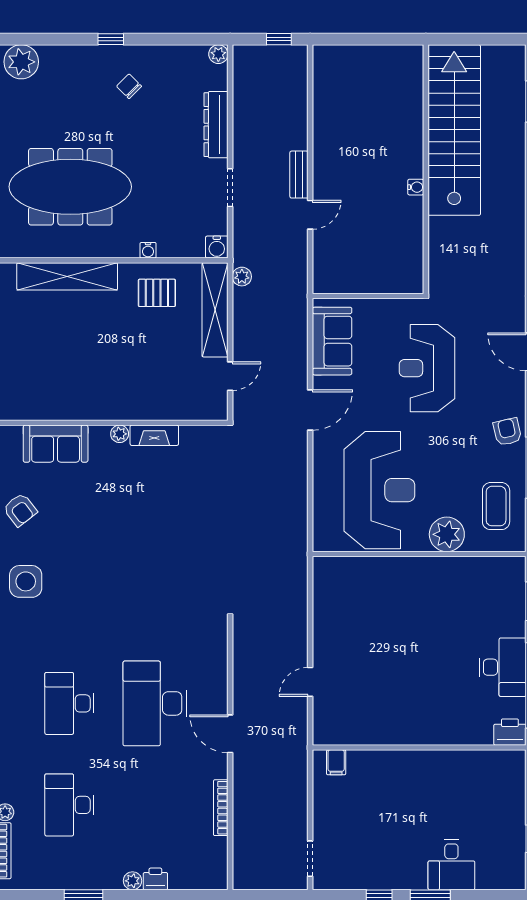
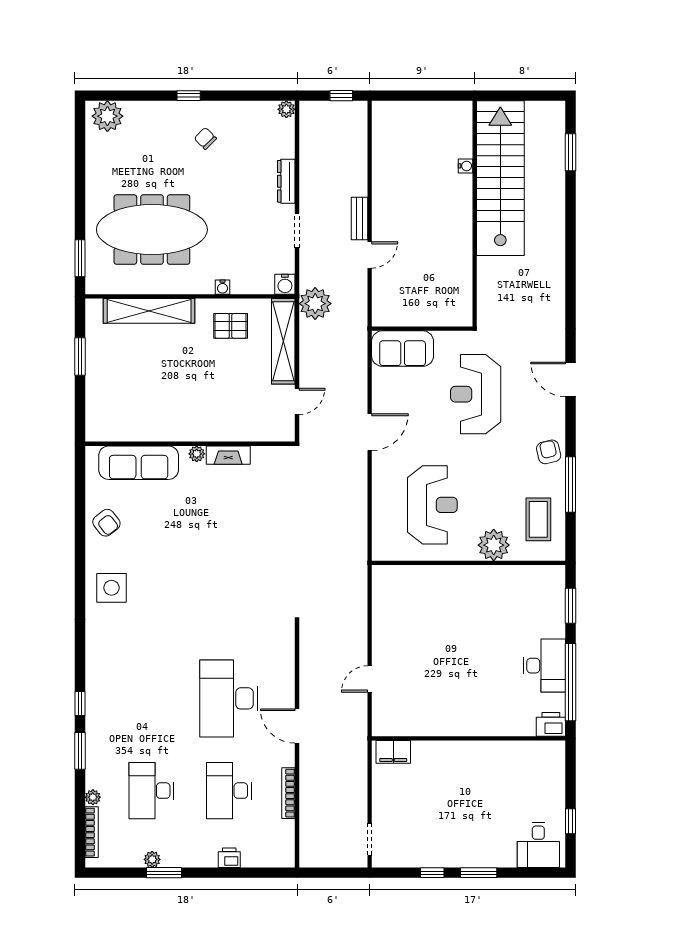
dresser: (216, 125) -> (286, 181), width x0.73, depth x0.80
water cooler: (416, 187) -> (465, 166), moved
plant: (242, 277) -> (315, 304), width x1.88, depth x1.88
sofa: (332, 341) -> (403, 349), moved, turned 90
sofa: (56, 444) -> (139, 463), width x1.36
reception desk: (379, 490) -> (432, 505), width x0.74, depth x0.77
desk: (69, 703) -> (229, 791), moved
filing cabinet: (336, 762) -> (393, 752), width x2.00
desk: (451, 865) -> (538, 845), moved
plant: (132, 881) -> (152, 859), moved

